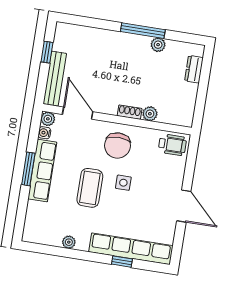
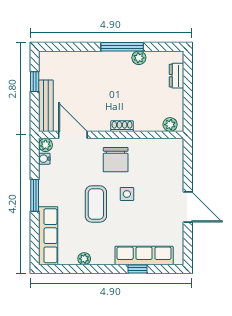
plant: (150, 114) -> (170, 125), moved
wheelchair: (172, 145) -> (168, 151), removed
row of seats: (42, 171) -> (48, 236), moved
row of seats: (131, 249) -> (144, 256), width x0.73

